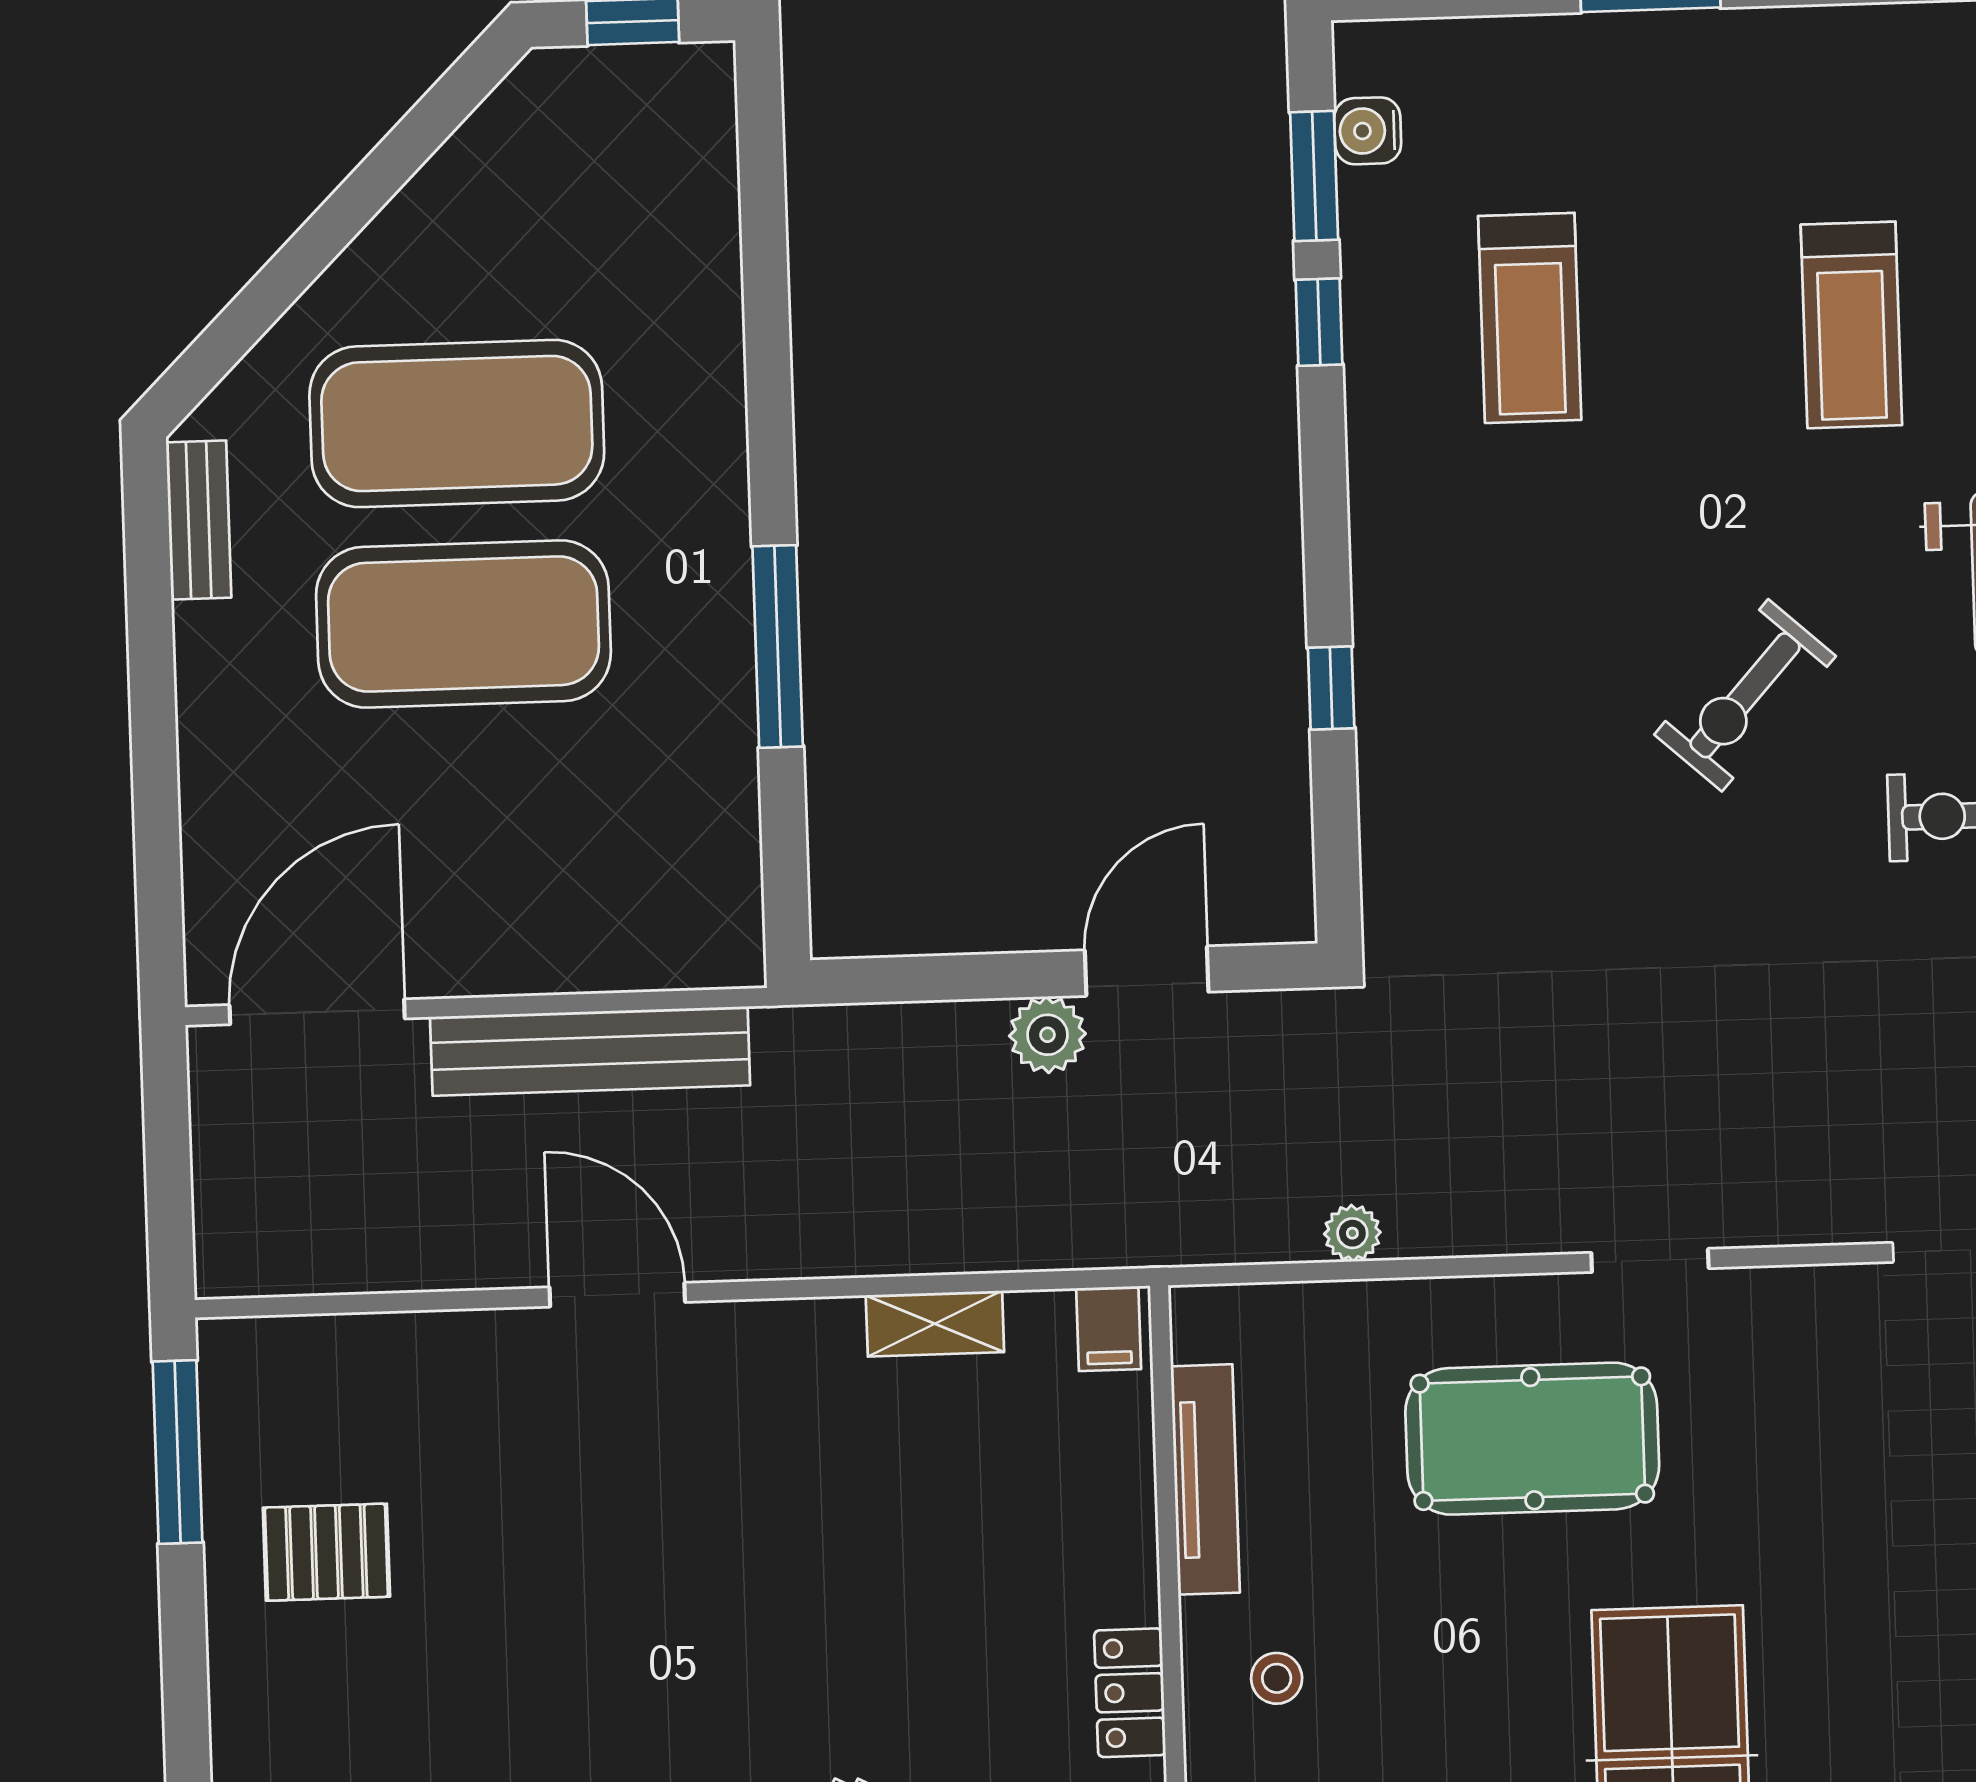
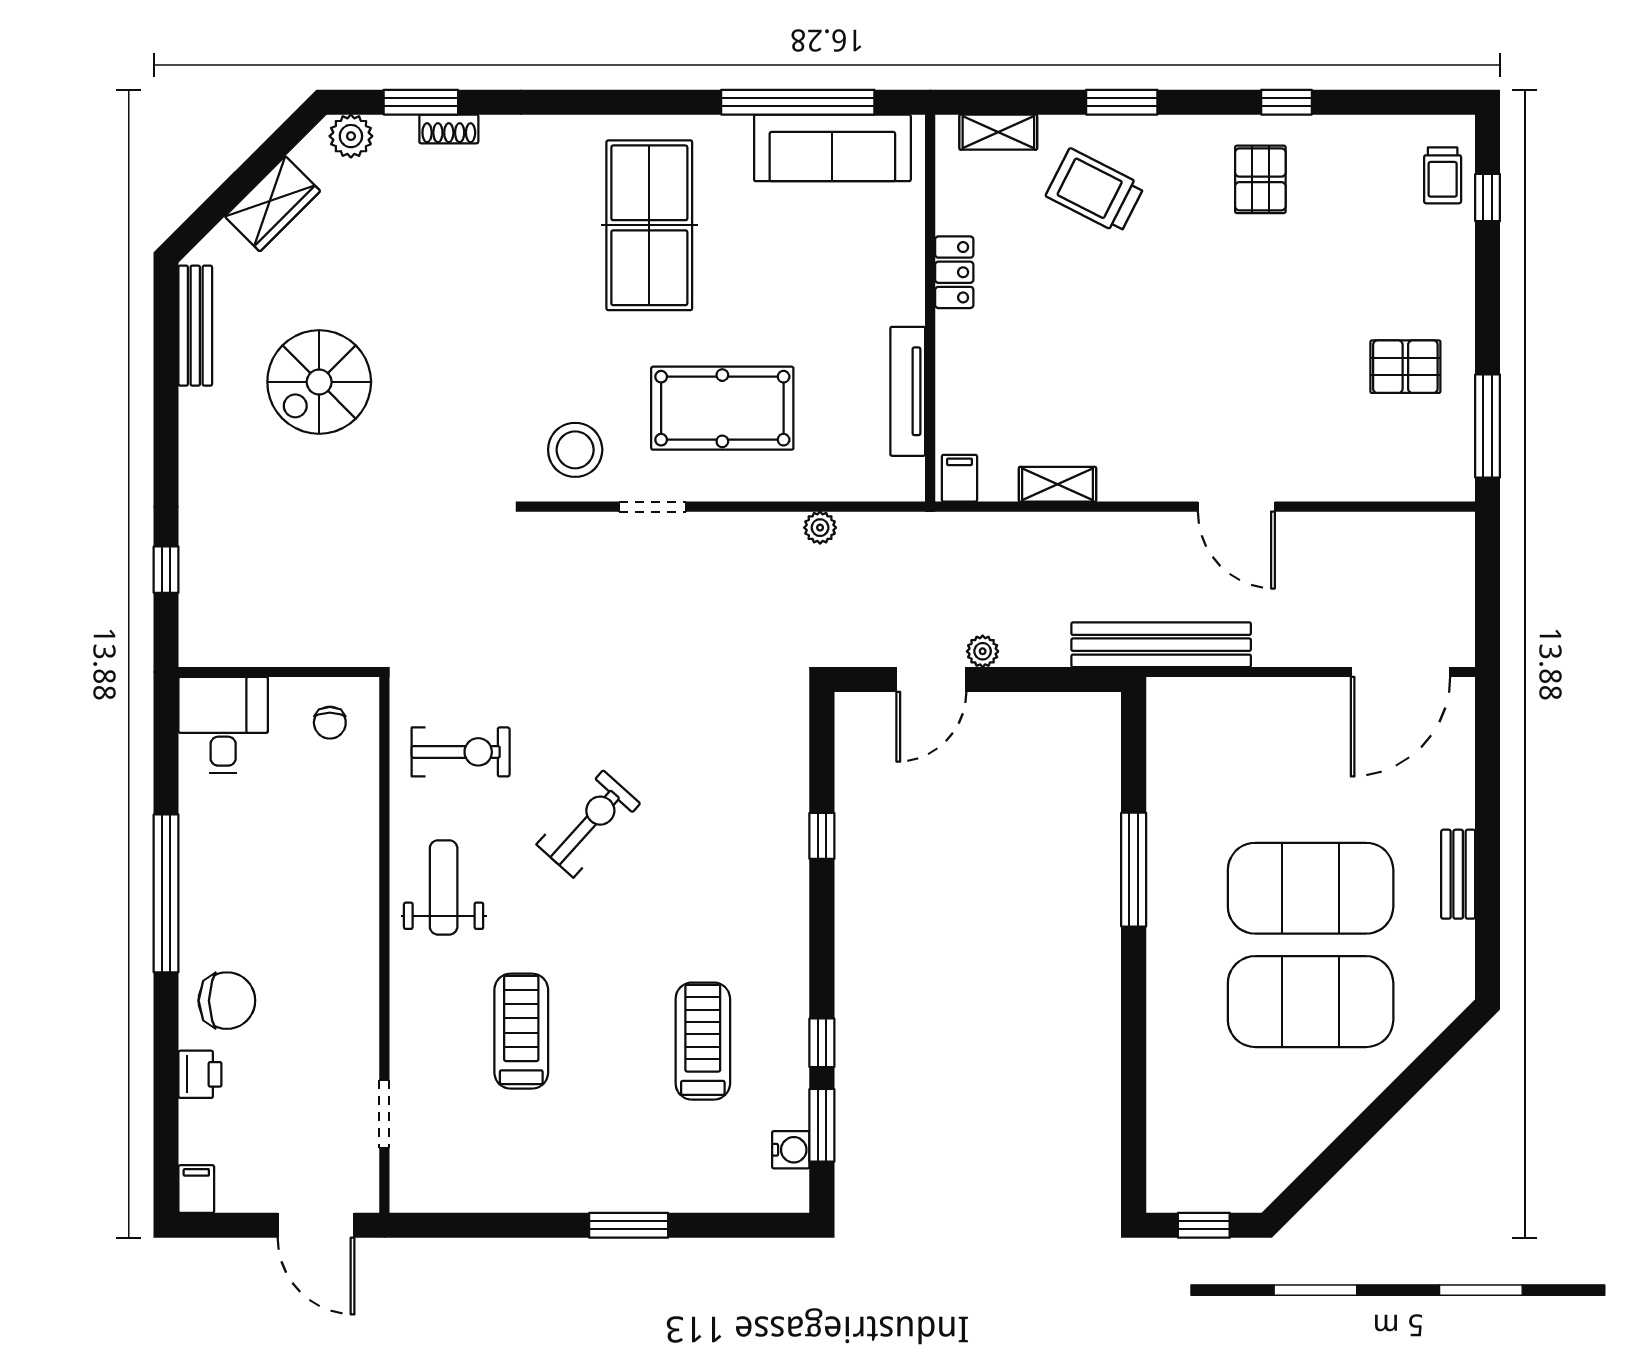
bench: (199, 520) -> (1458, 874), moved
plant: (1047, 1035) -> (983, 651), width x0.73, depth x0.73
bench: (590, 1051) -> (1161, 645), moved
stool: (1277, 1678) -> (575, 450), moved, width x1.89, depth x1.89

